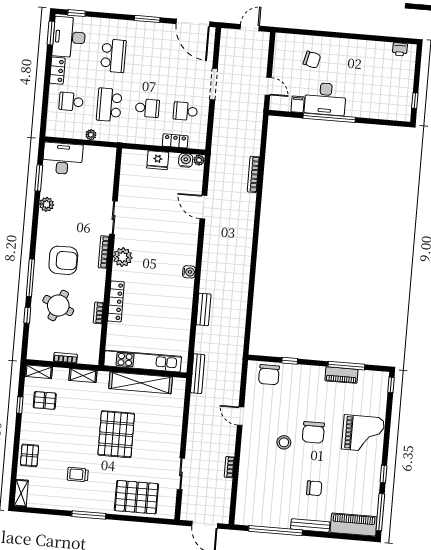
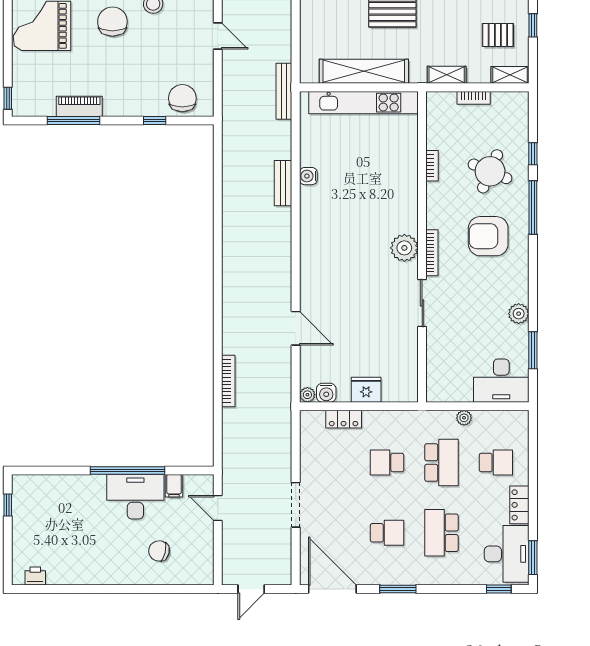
school desk: (185, 111) -> (387, 533), moved
water cooler: (189, 272) -> (308, 176), moved
locker: (116, 301) -> (409, 184), removed

